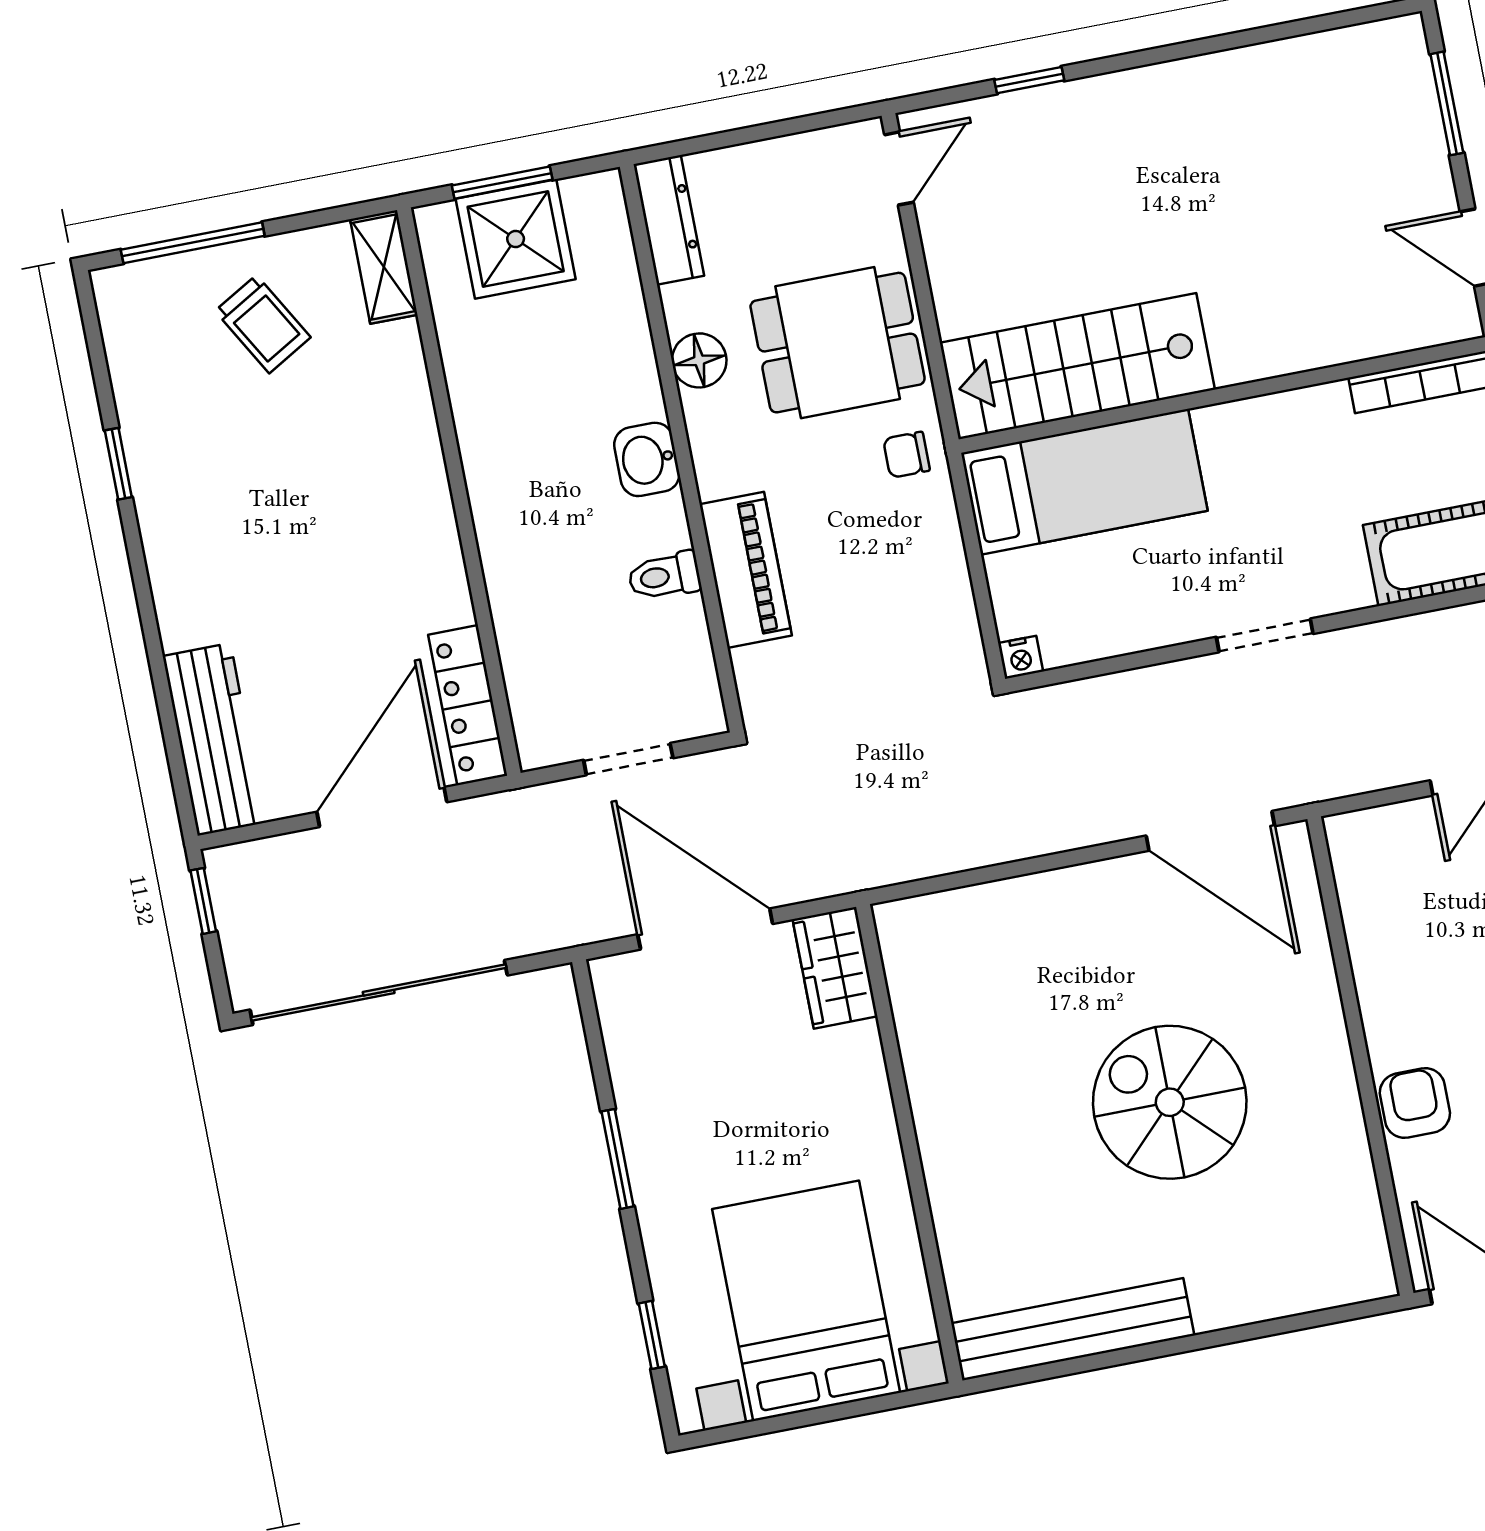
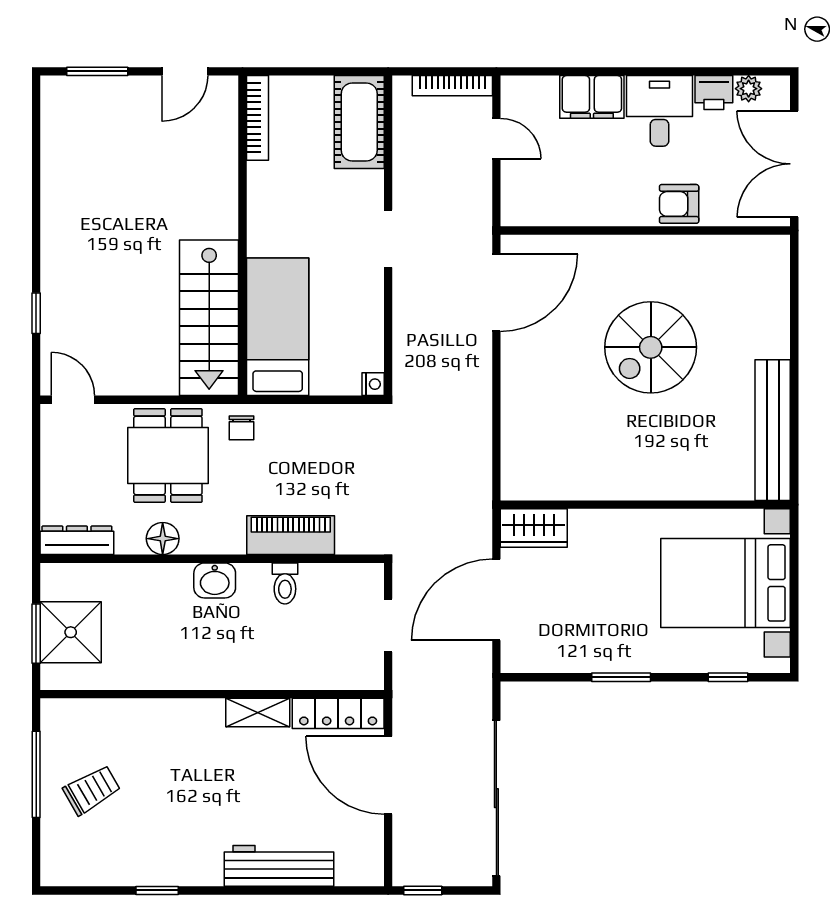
window: (193, 243) -> (36, 774), moved
shelving: (384, 267) -> (258, 713), moved
workbench: (214, 739) -> (279, 866), moved

